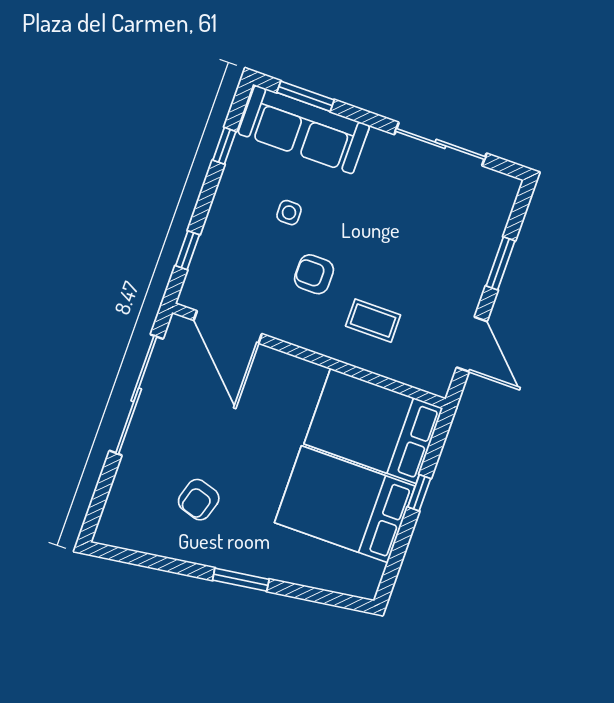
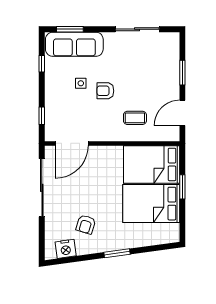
armchair: (314, 274) -> (105, 91), moved
door: (228, 327) -> (72, 143), hinge flipped
door: (472, 344) -> (182, 113), swing flipped
window: (419, 493) -> (182, 187), width x1.50
nightstand: (141, 534) -> (66, 249), added

